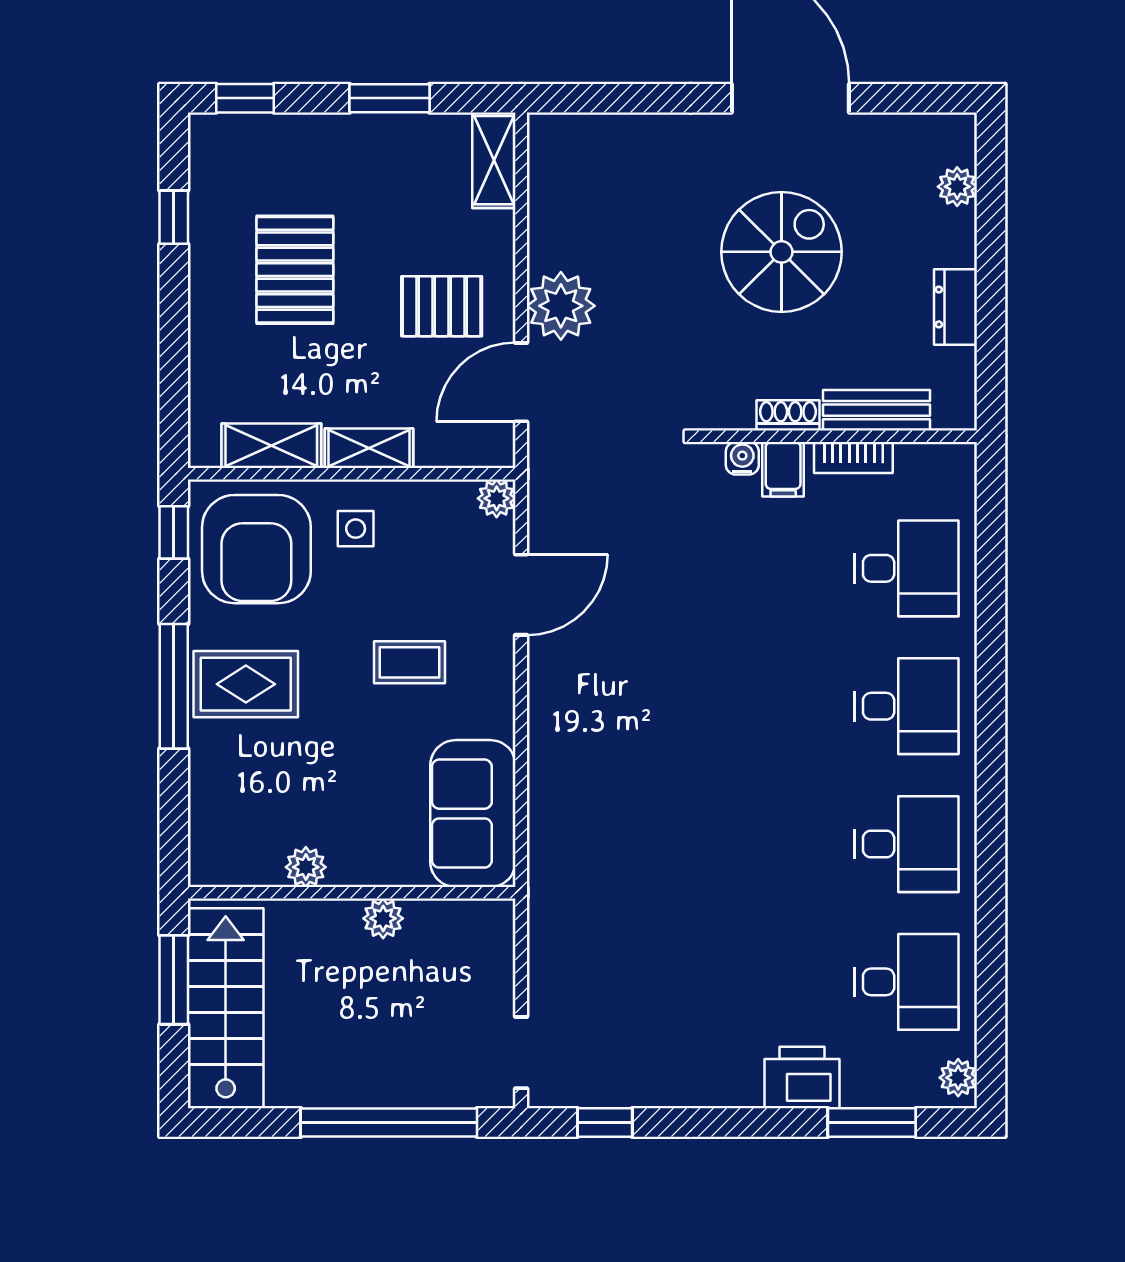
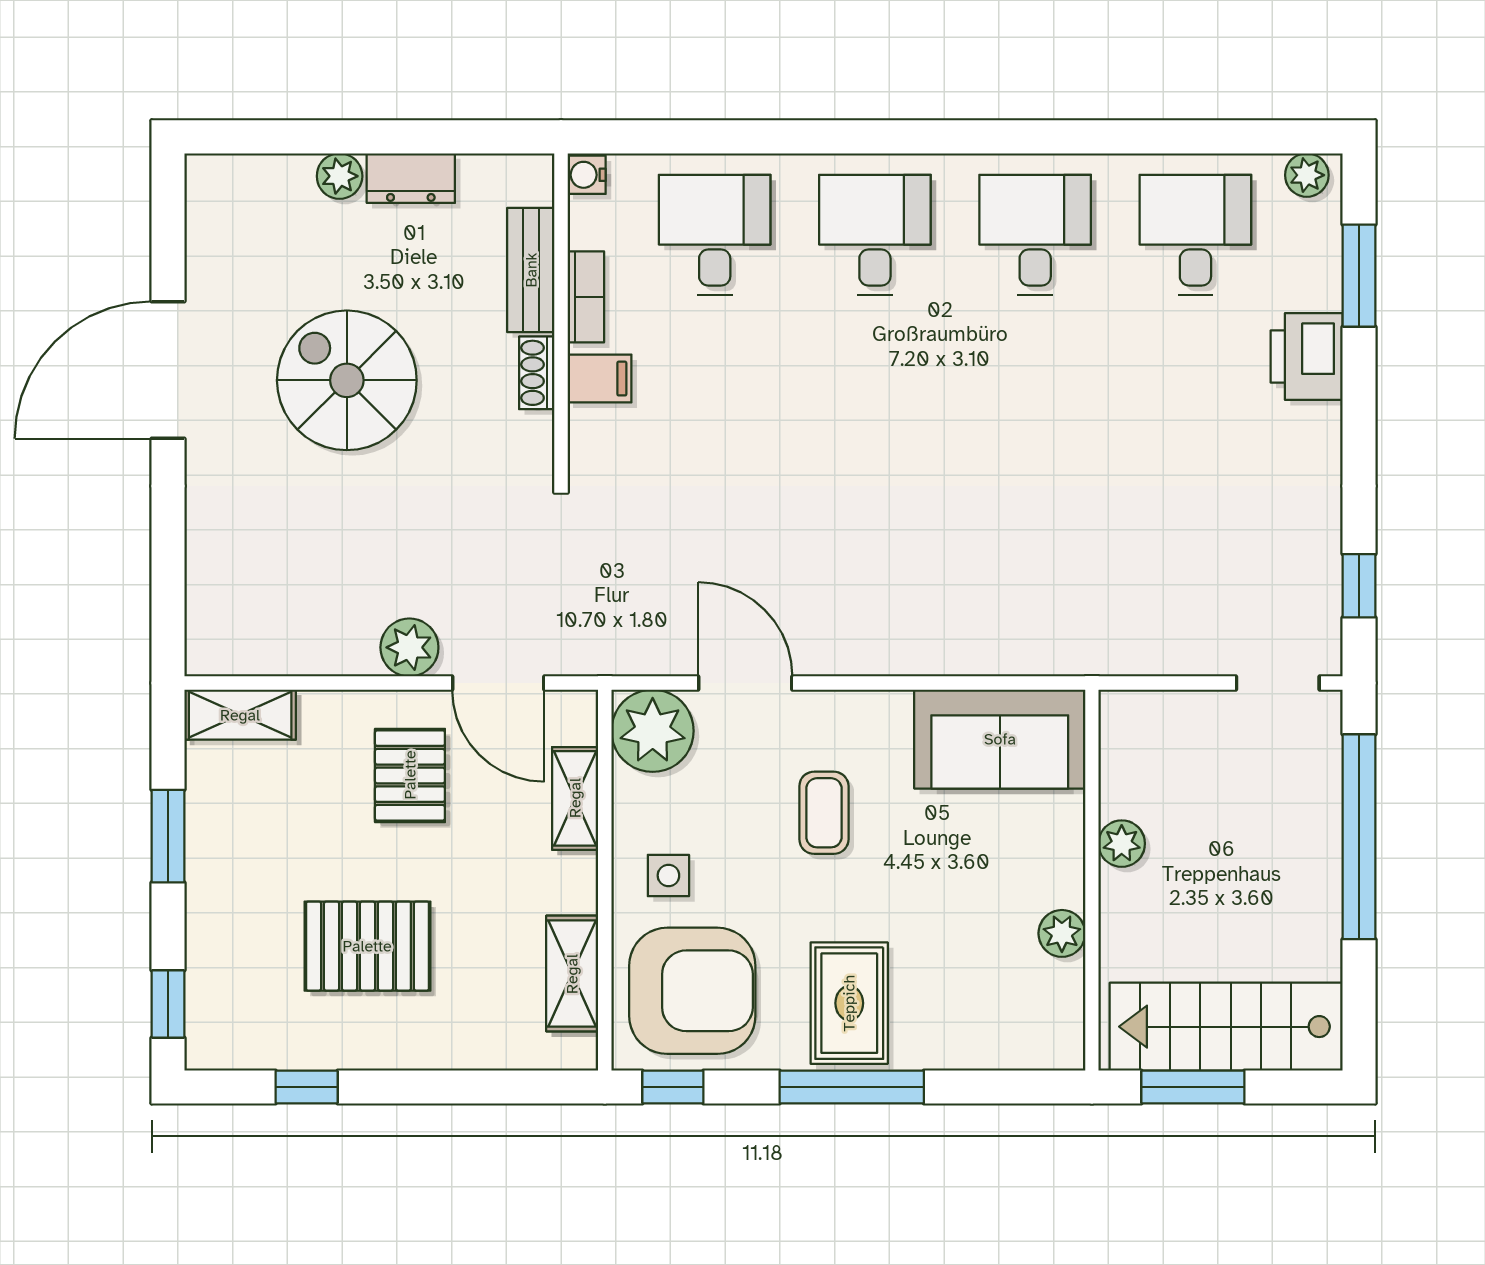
plant: (957, 187) -> (340, 176), moved
plant: (561, 306) -> (409, 647), width x0.73, depth x0.73
shelving: (369, 448) -> (575, 798), moved
water cooler: (742, 458) -> (587, 175), moved
plant: (497, 498) -> (653, 731), width x1.88, depth x1.88

